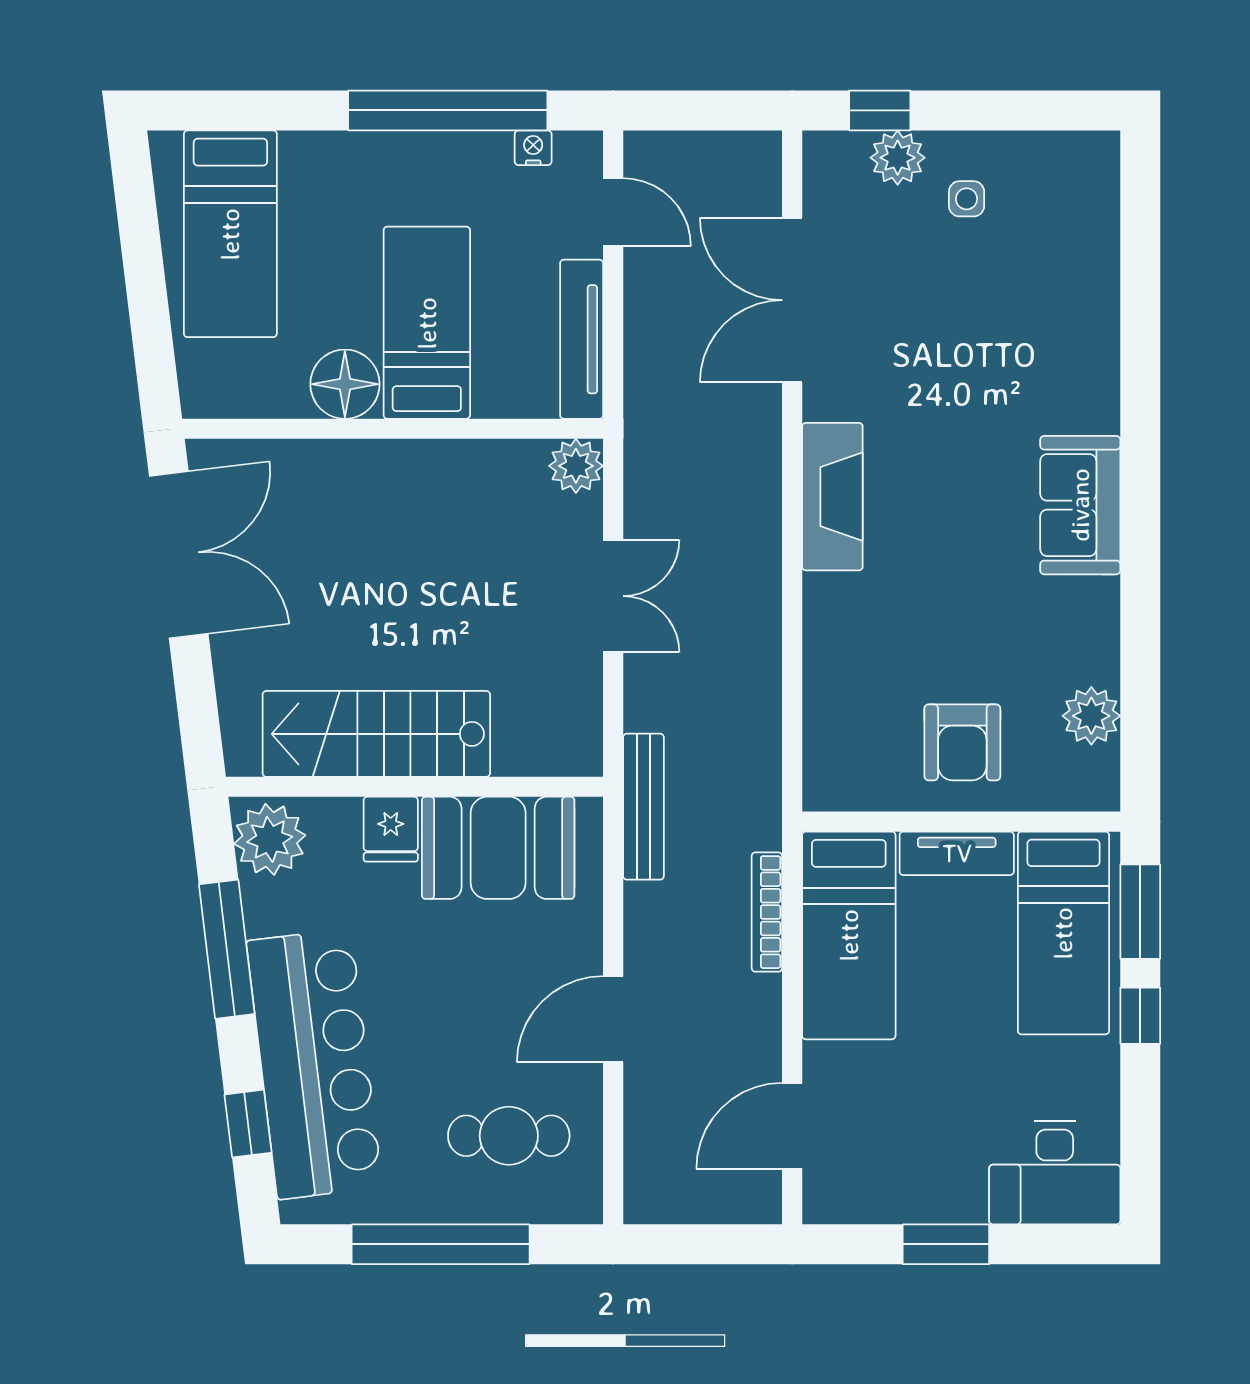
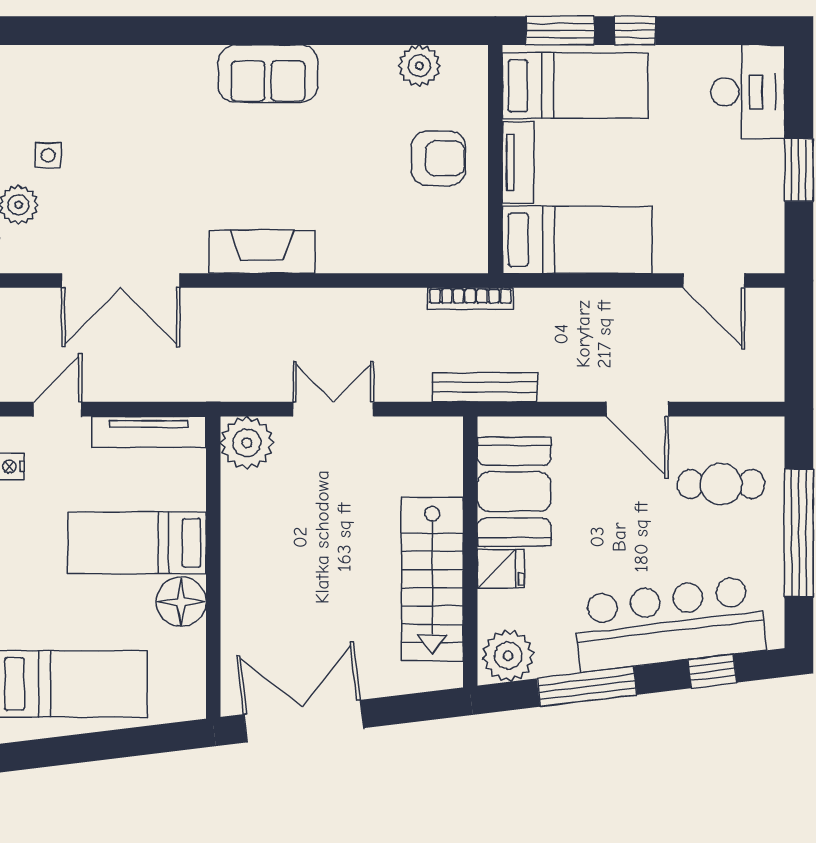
plant: (576, 466) -> (247, 443), width x1.36, depth x1.36
bookcase: (767, 912) -> (470, 299), moved
cafe table: (509, 1136) -> (721, 484), turned 90

